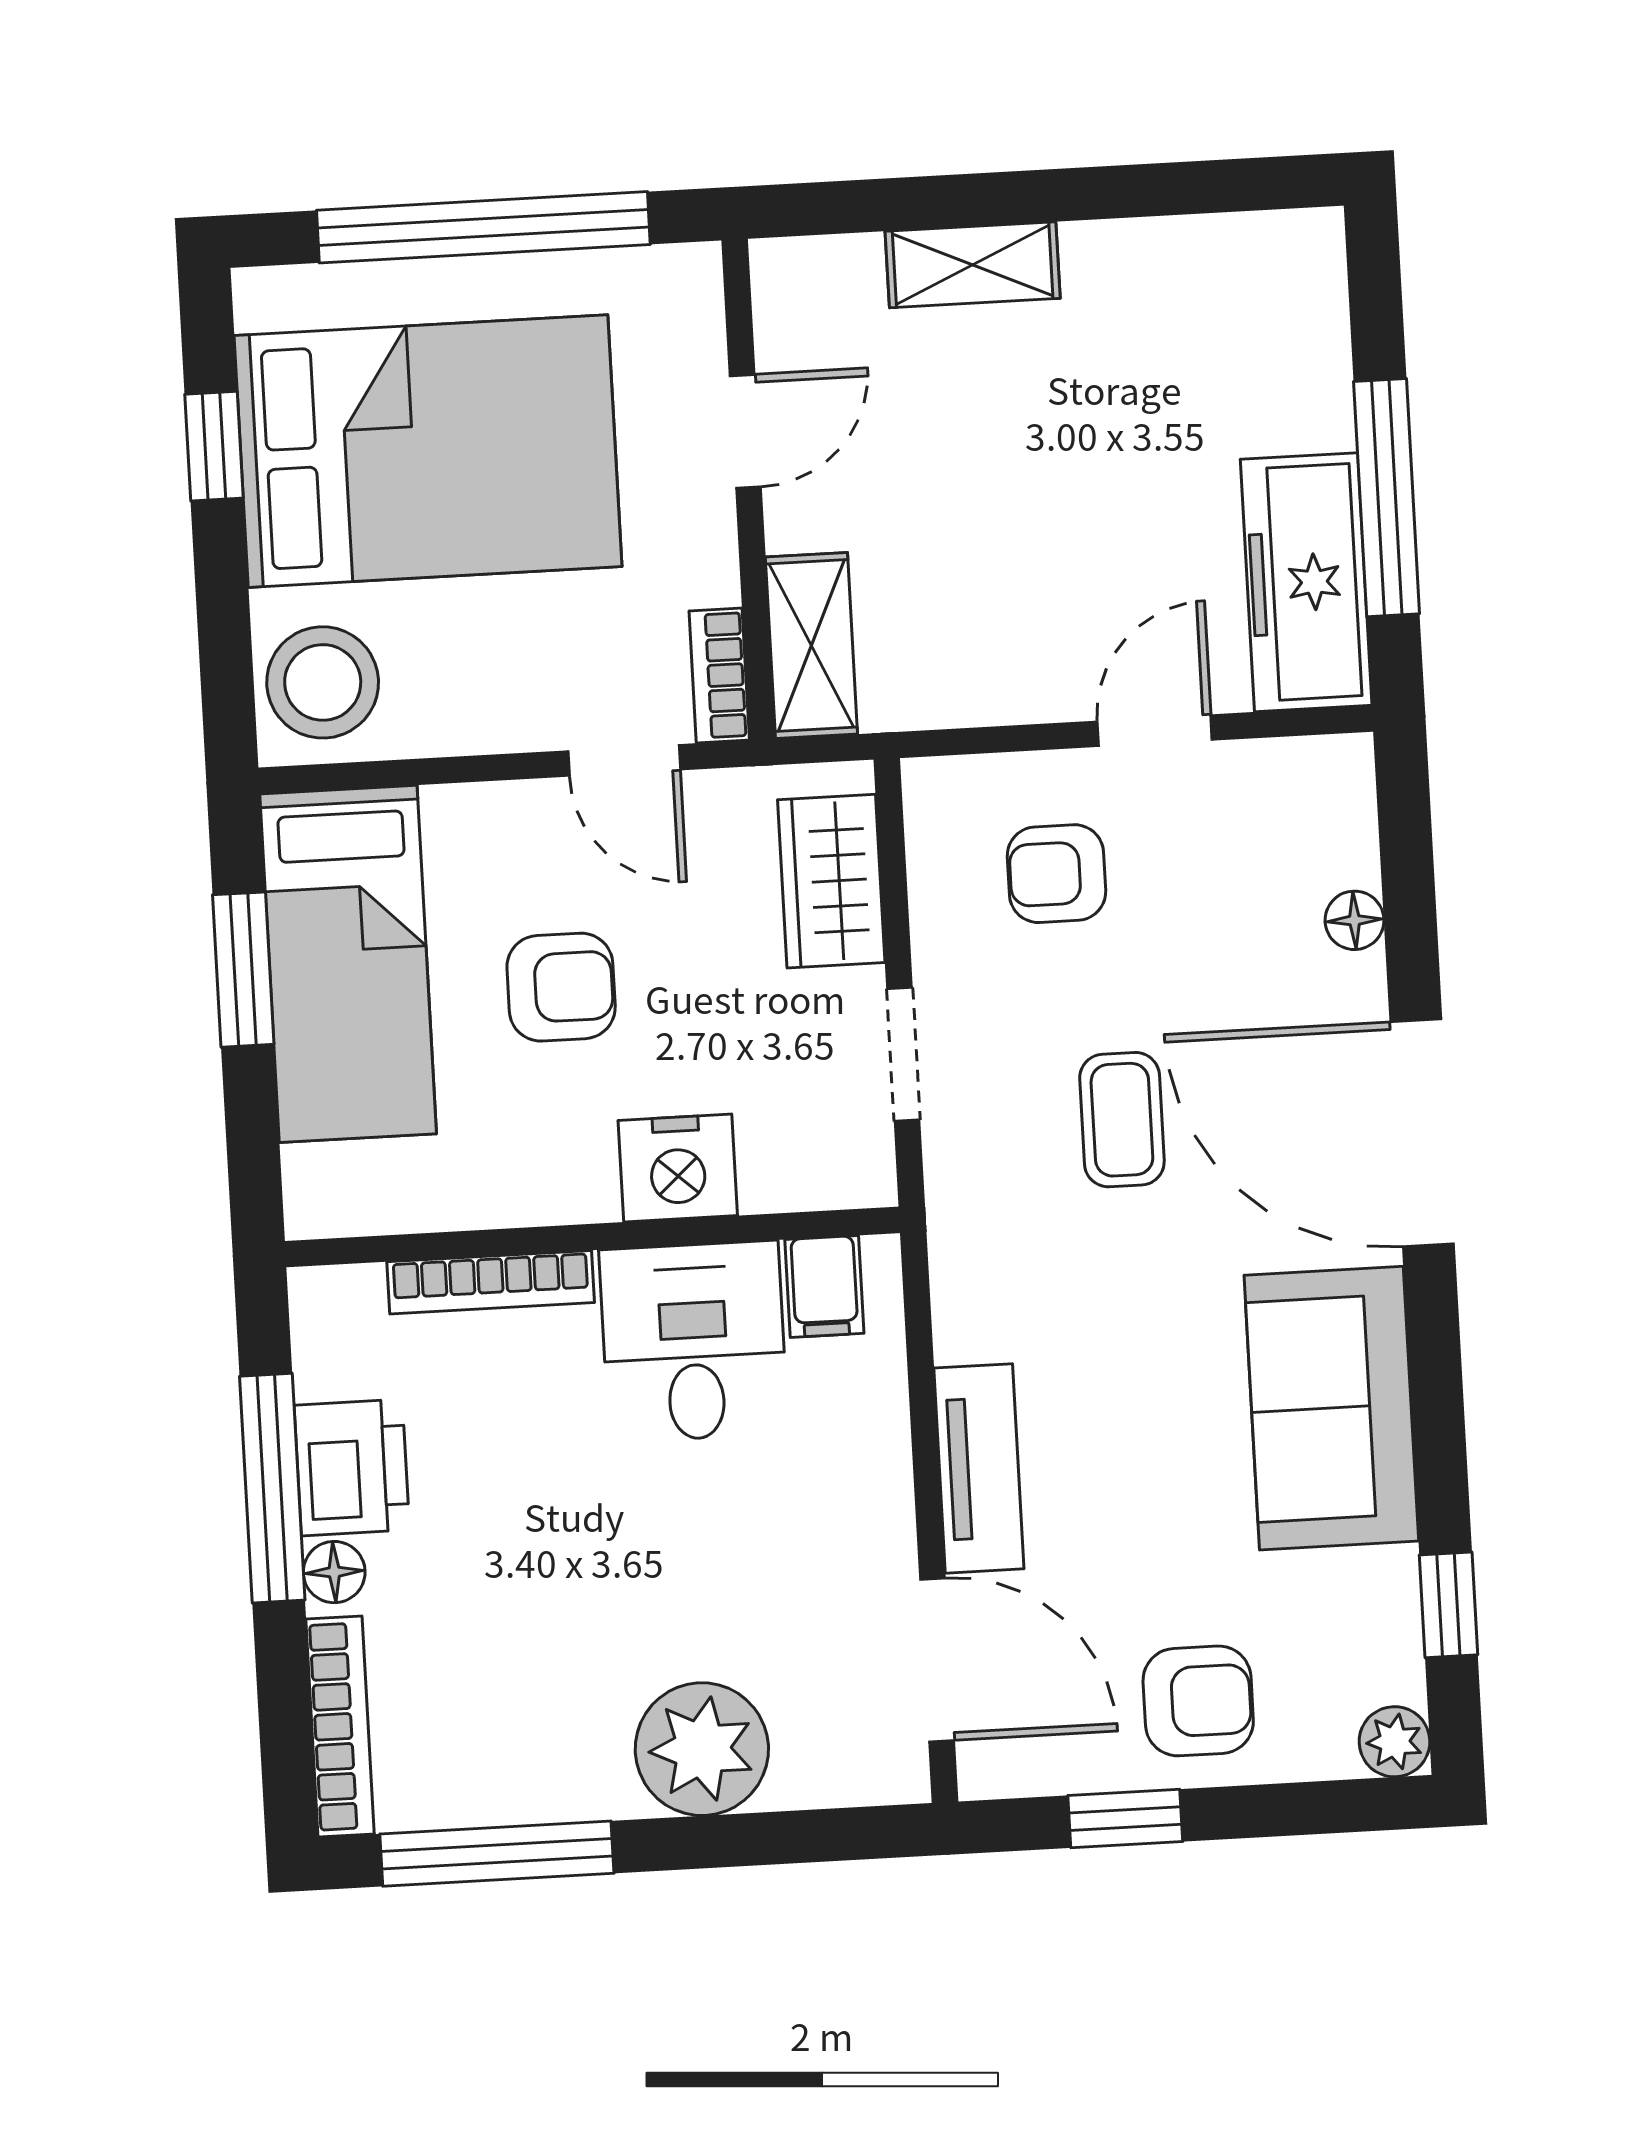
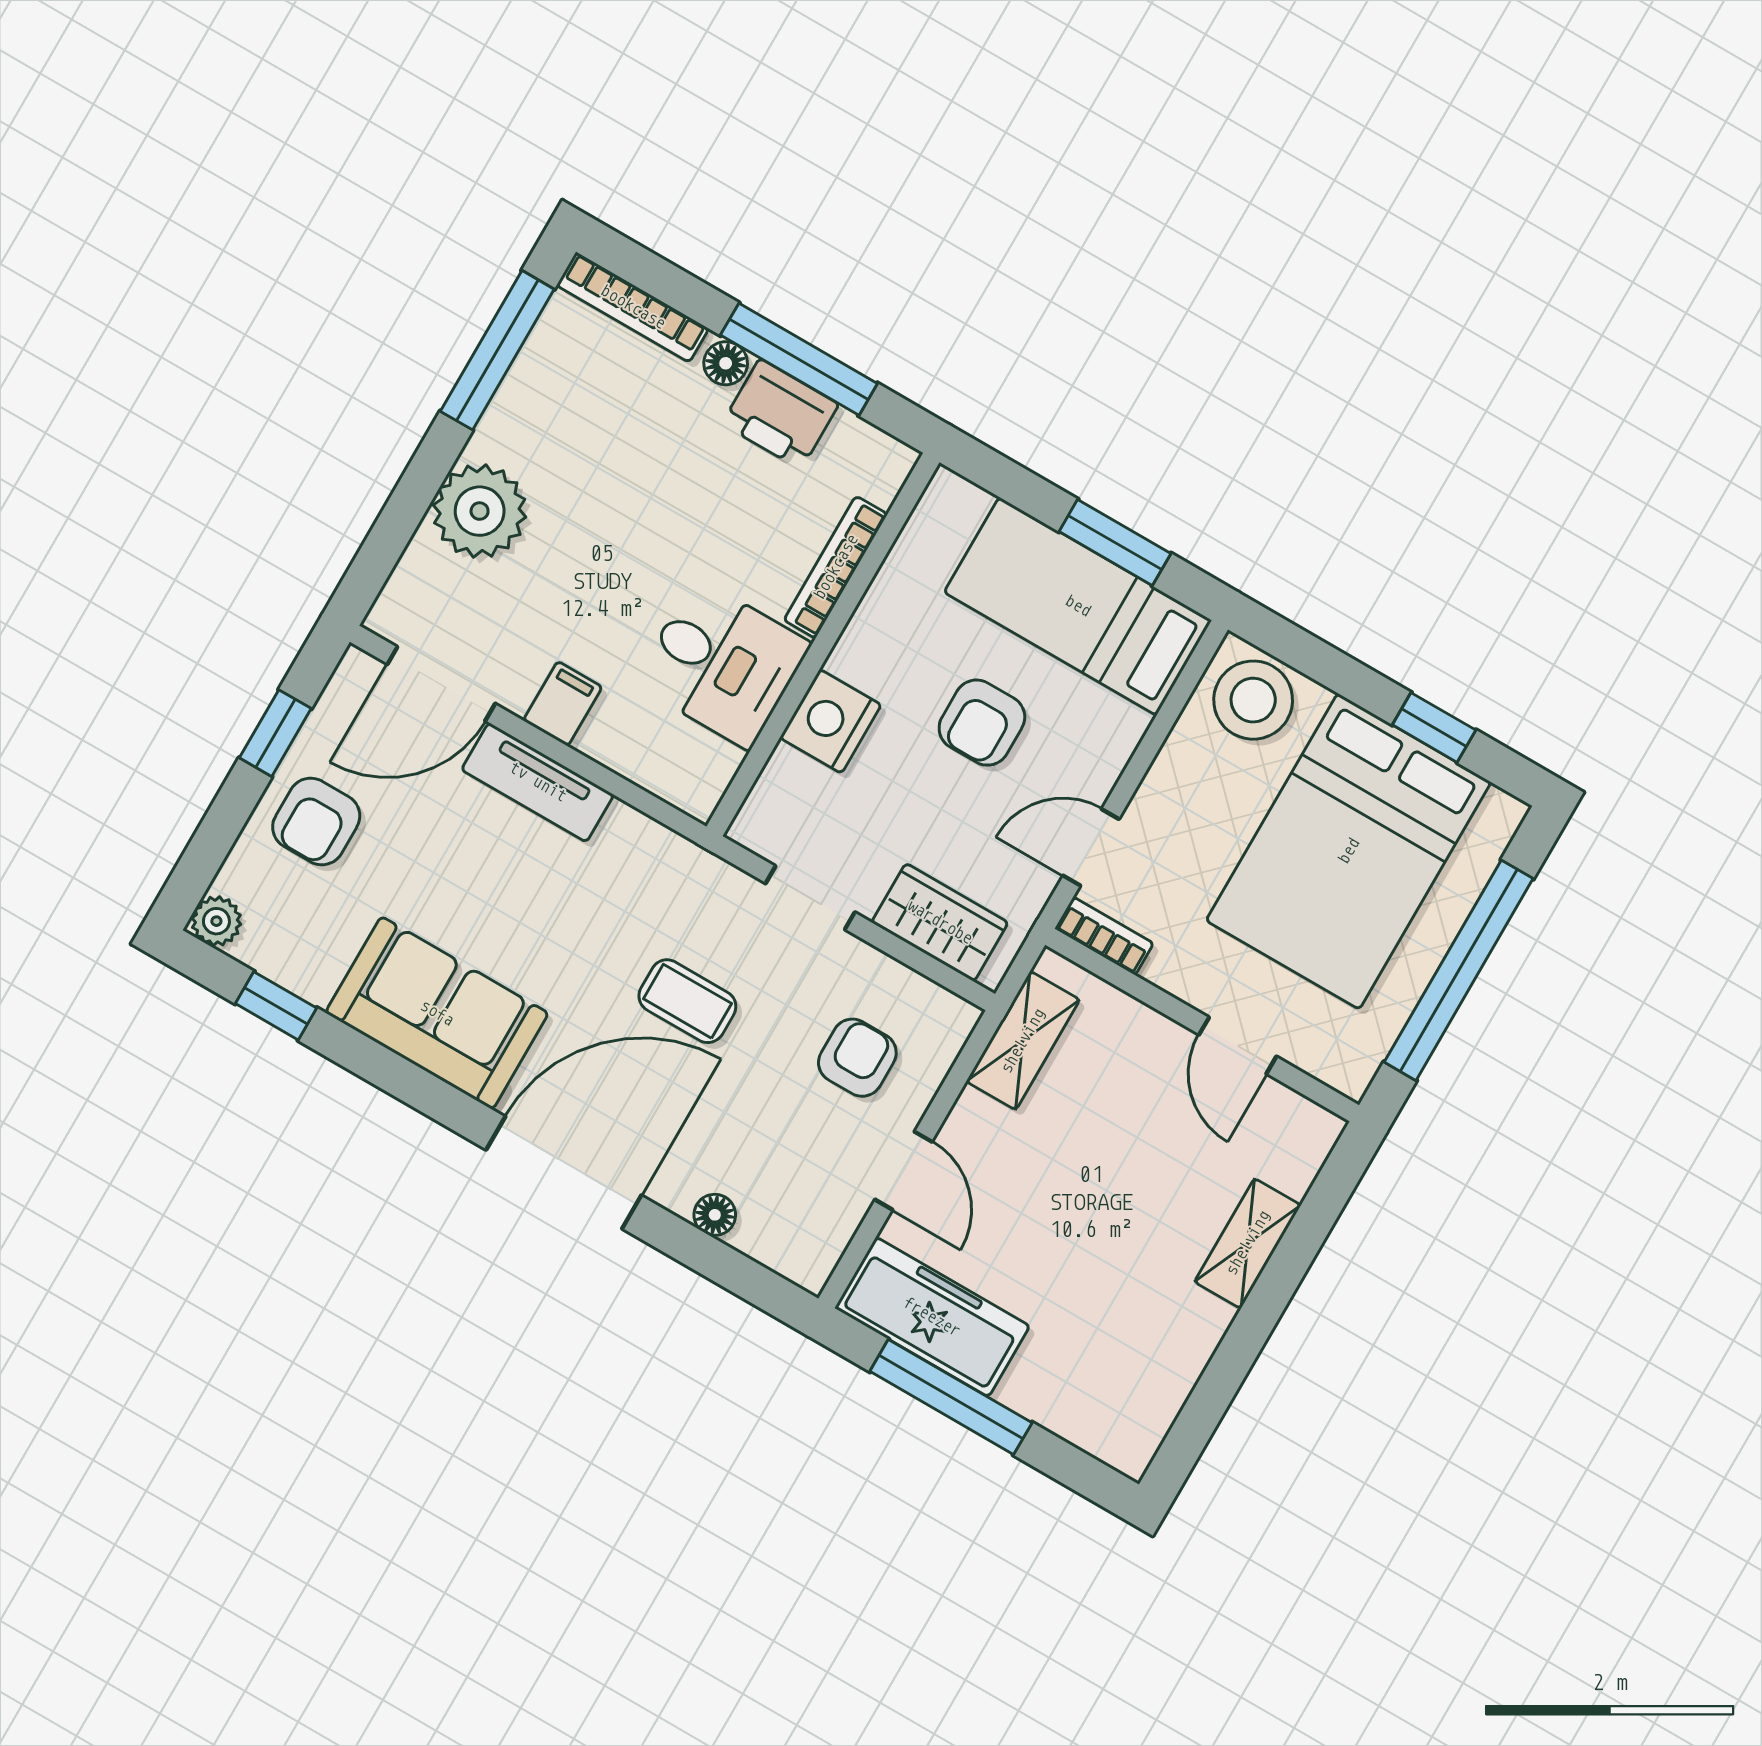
shelving: (811, 646) -> (1023, 1041), moved, turned 90
filing cabinet: (824, 1286) -> (563, 704), moved, turned 90

